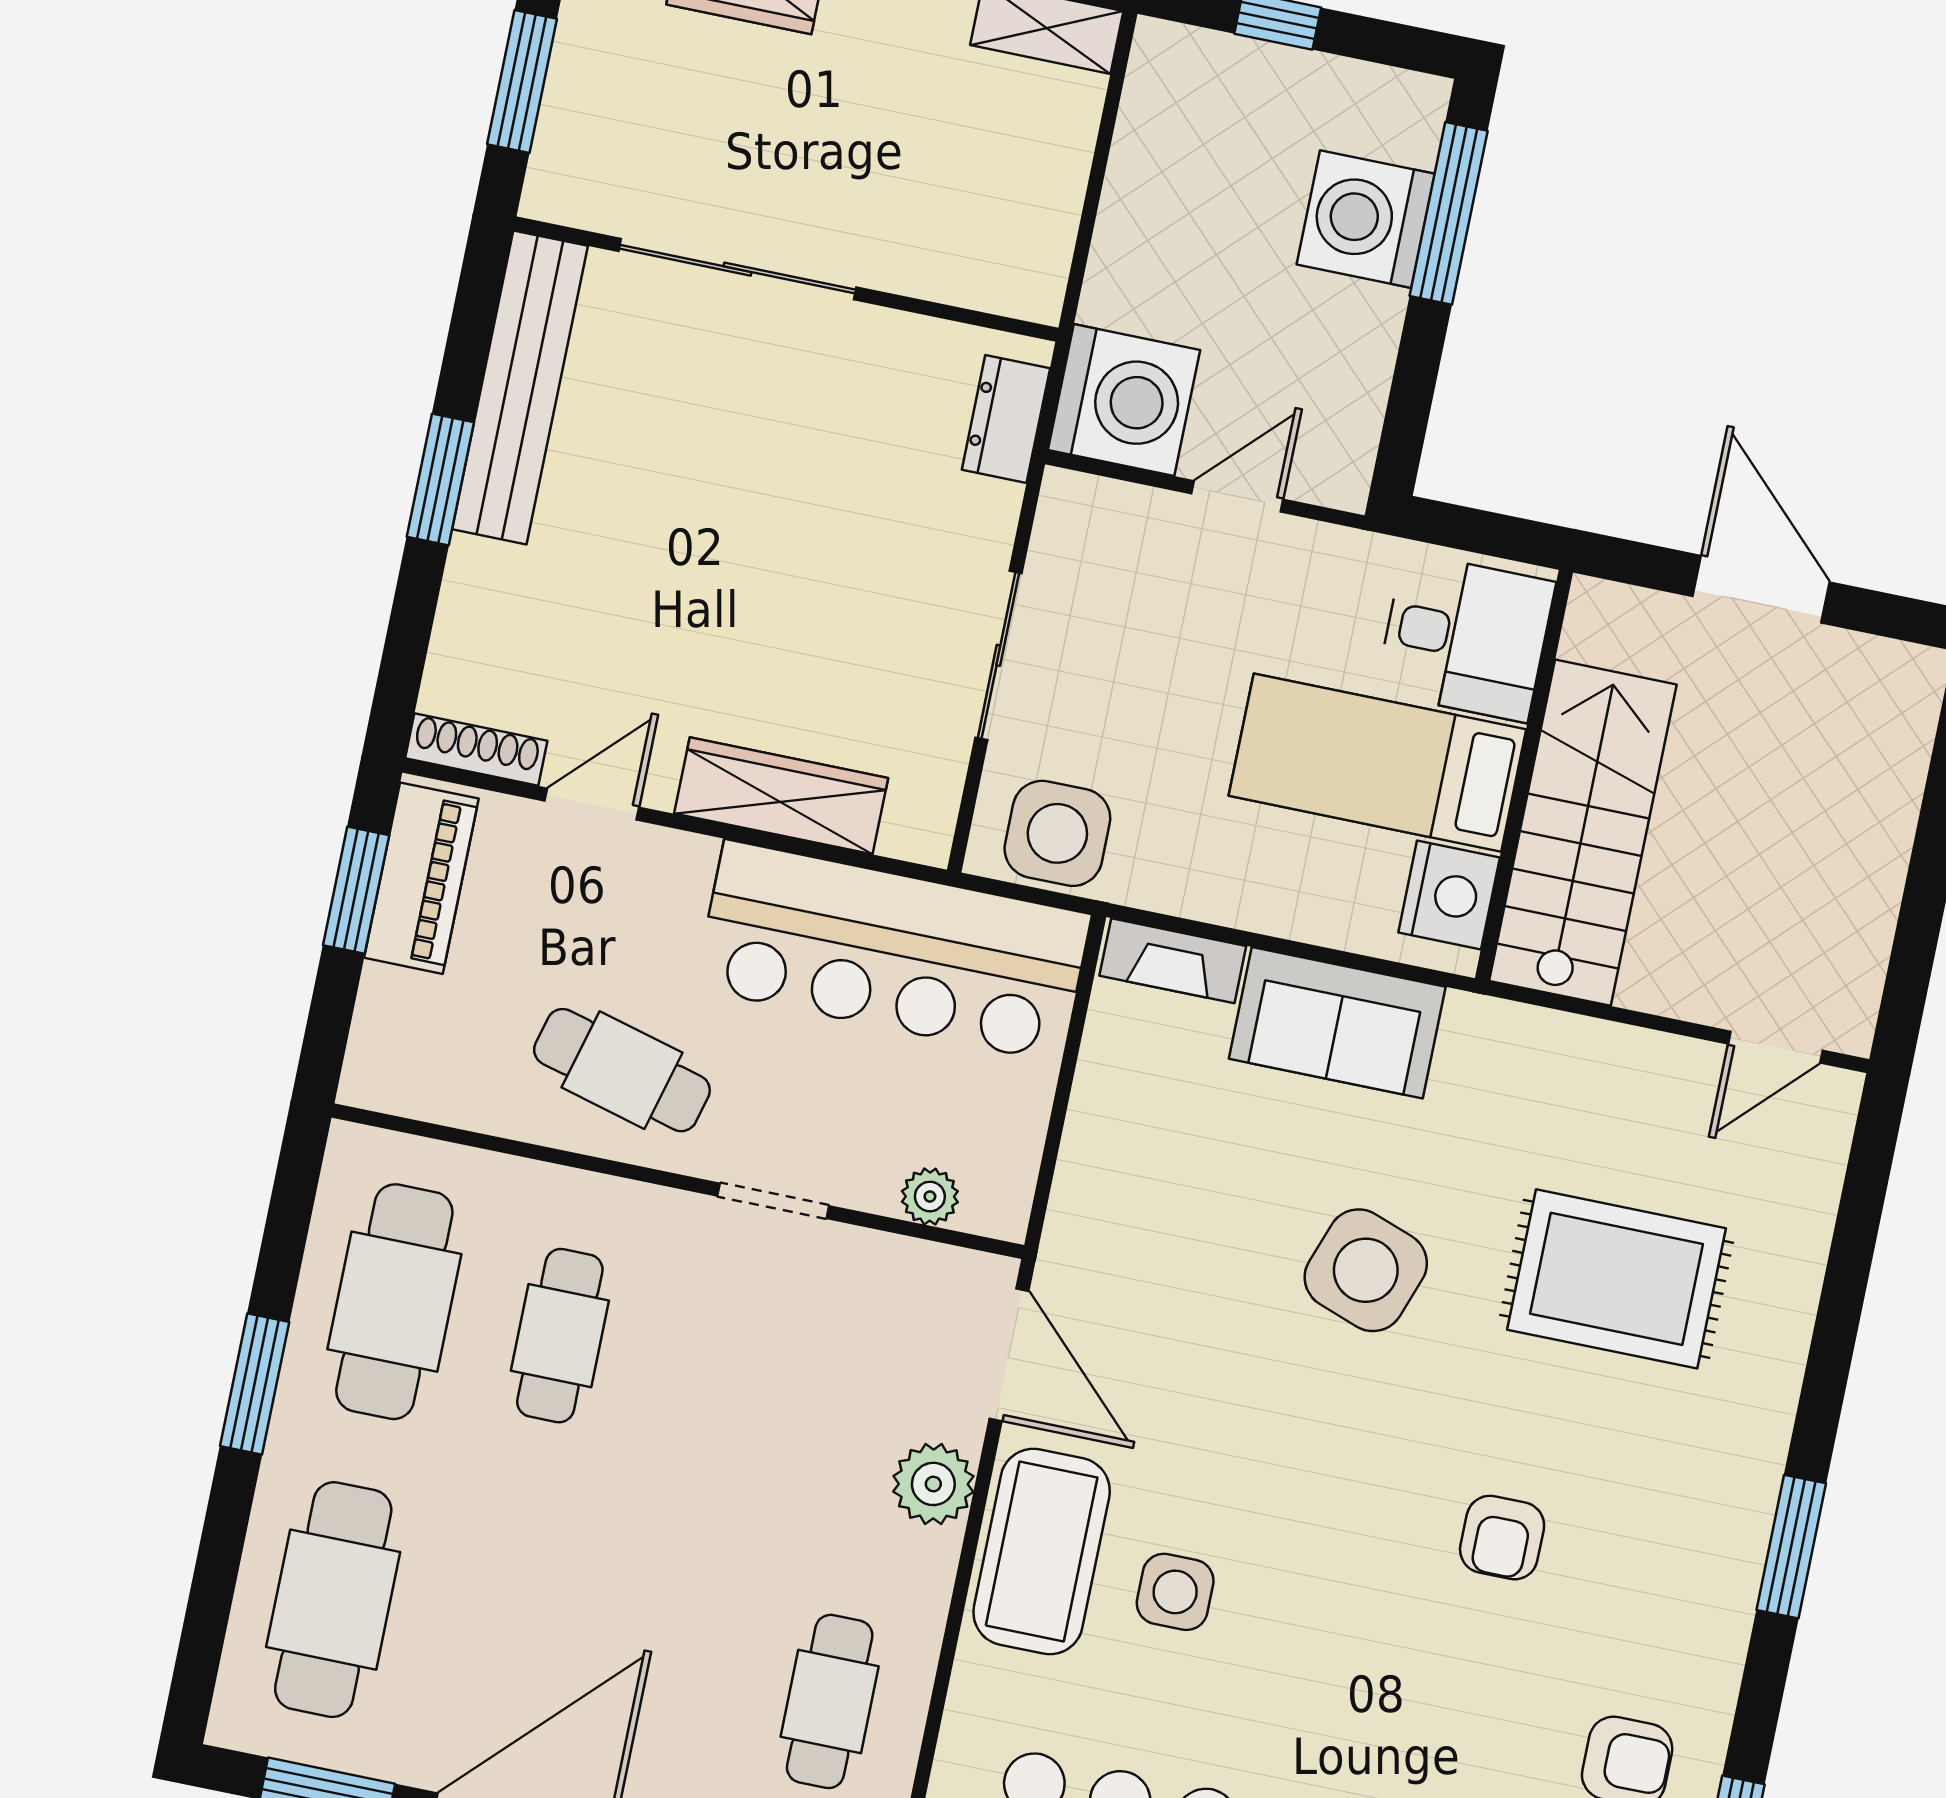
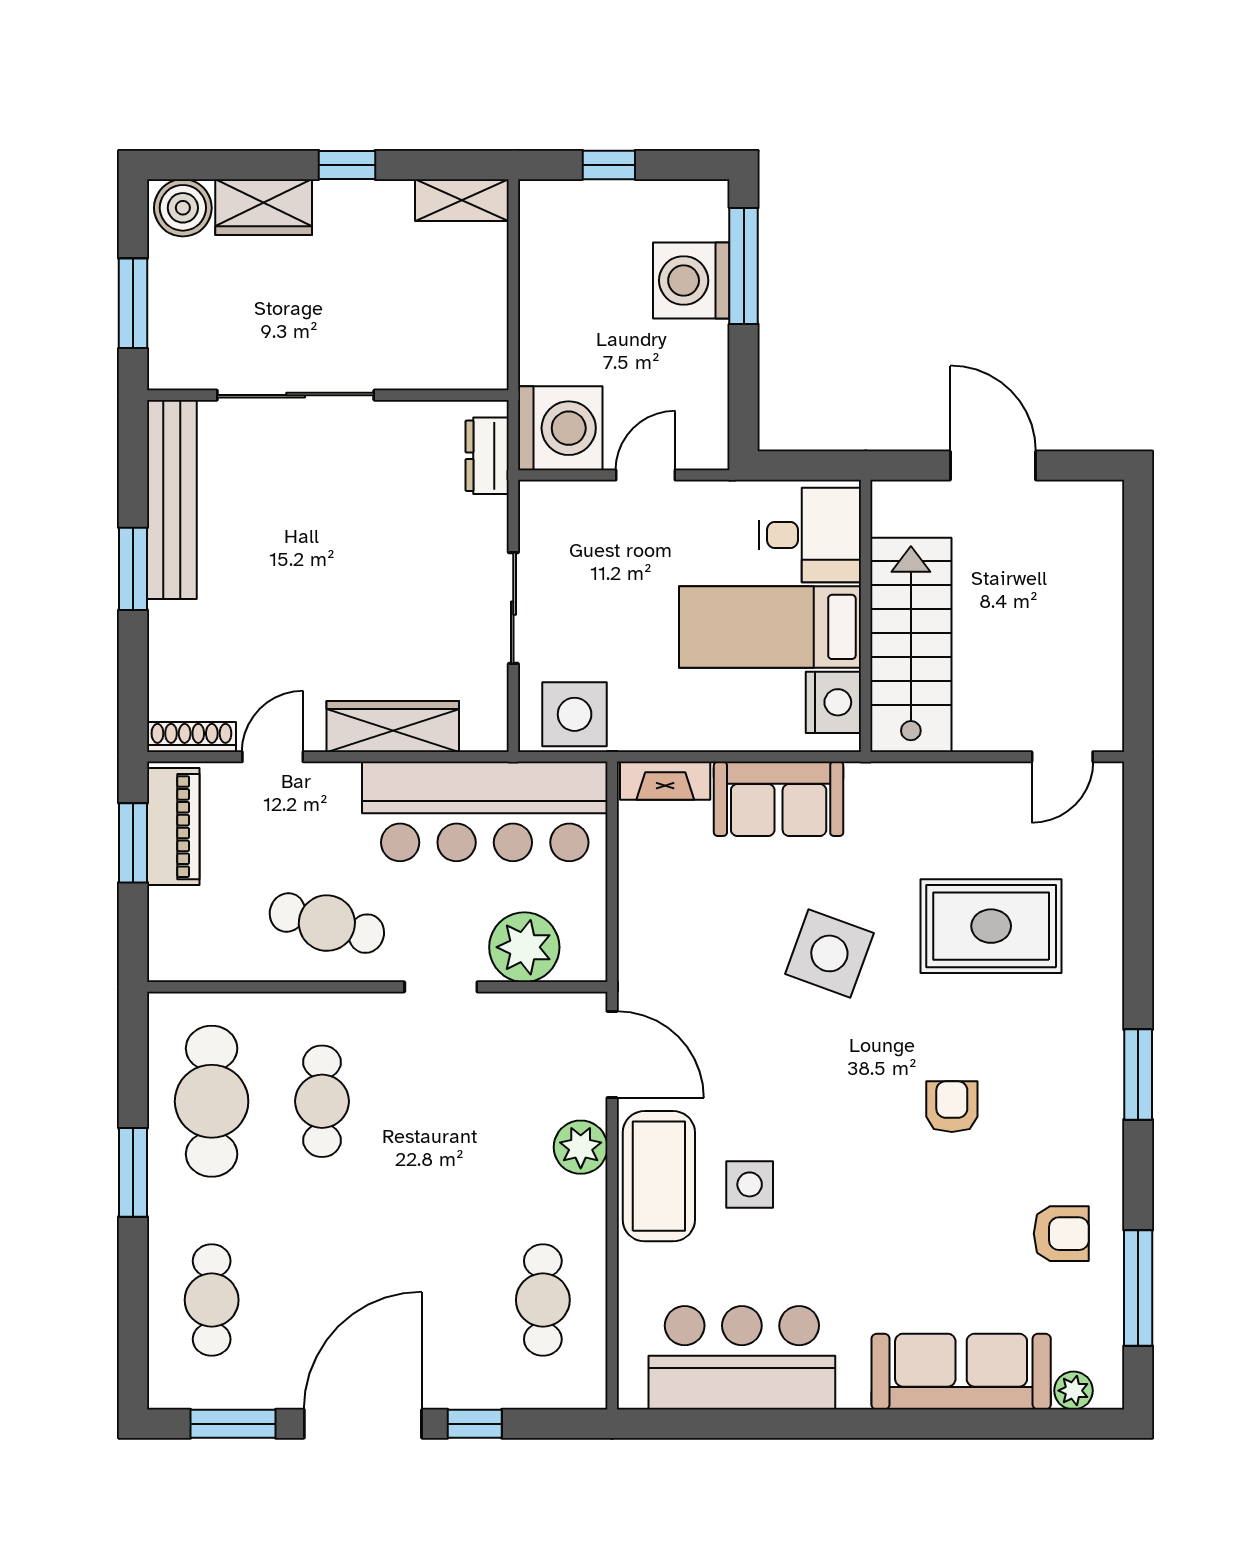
plant: (930, 1197) -> (524, 947), width x1.87, depth x1.87
armchair: (1502, 1538) -> (952, 1107), turned 180
cafe table: (333, 1600) -> (212, 1300), width x0.73, depth x0.74

